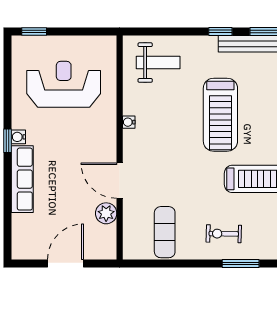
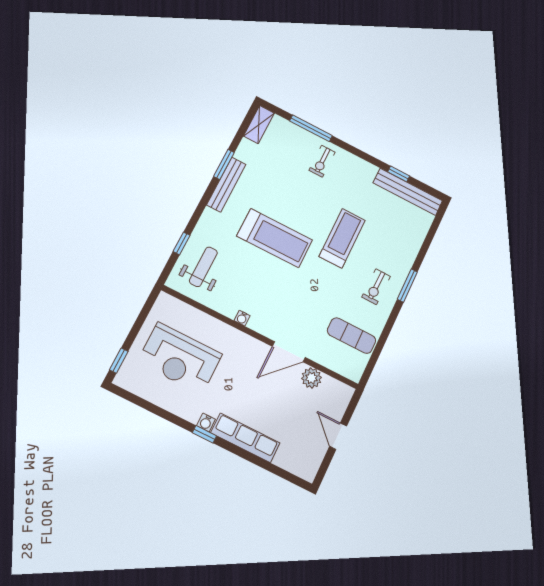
window: (220, 31) -> (182, 243), moved
reception desk: (64, 84) -> (180, 358), turned -90
door: (65, 264) -> (338, 436), width x0.73

